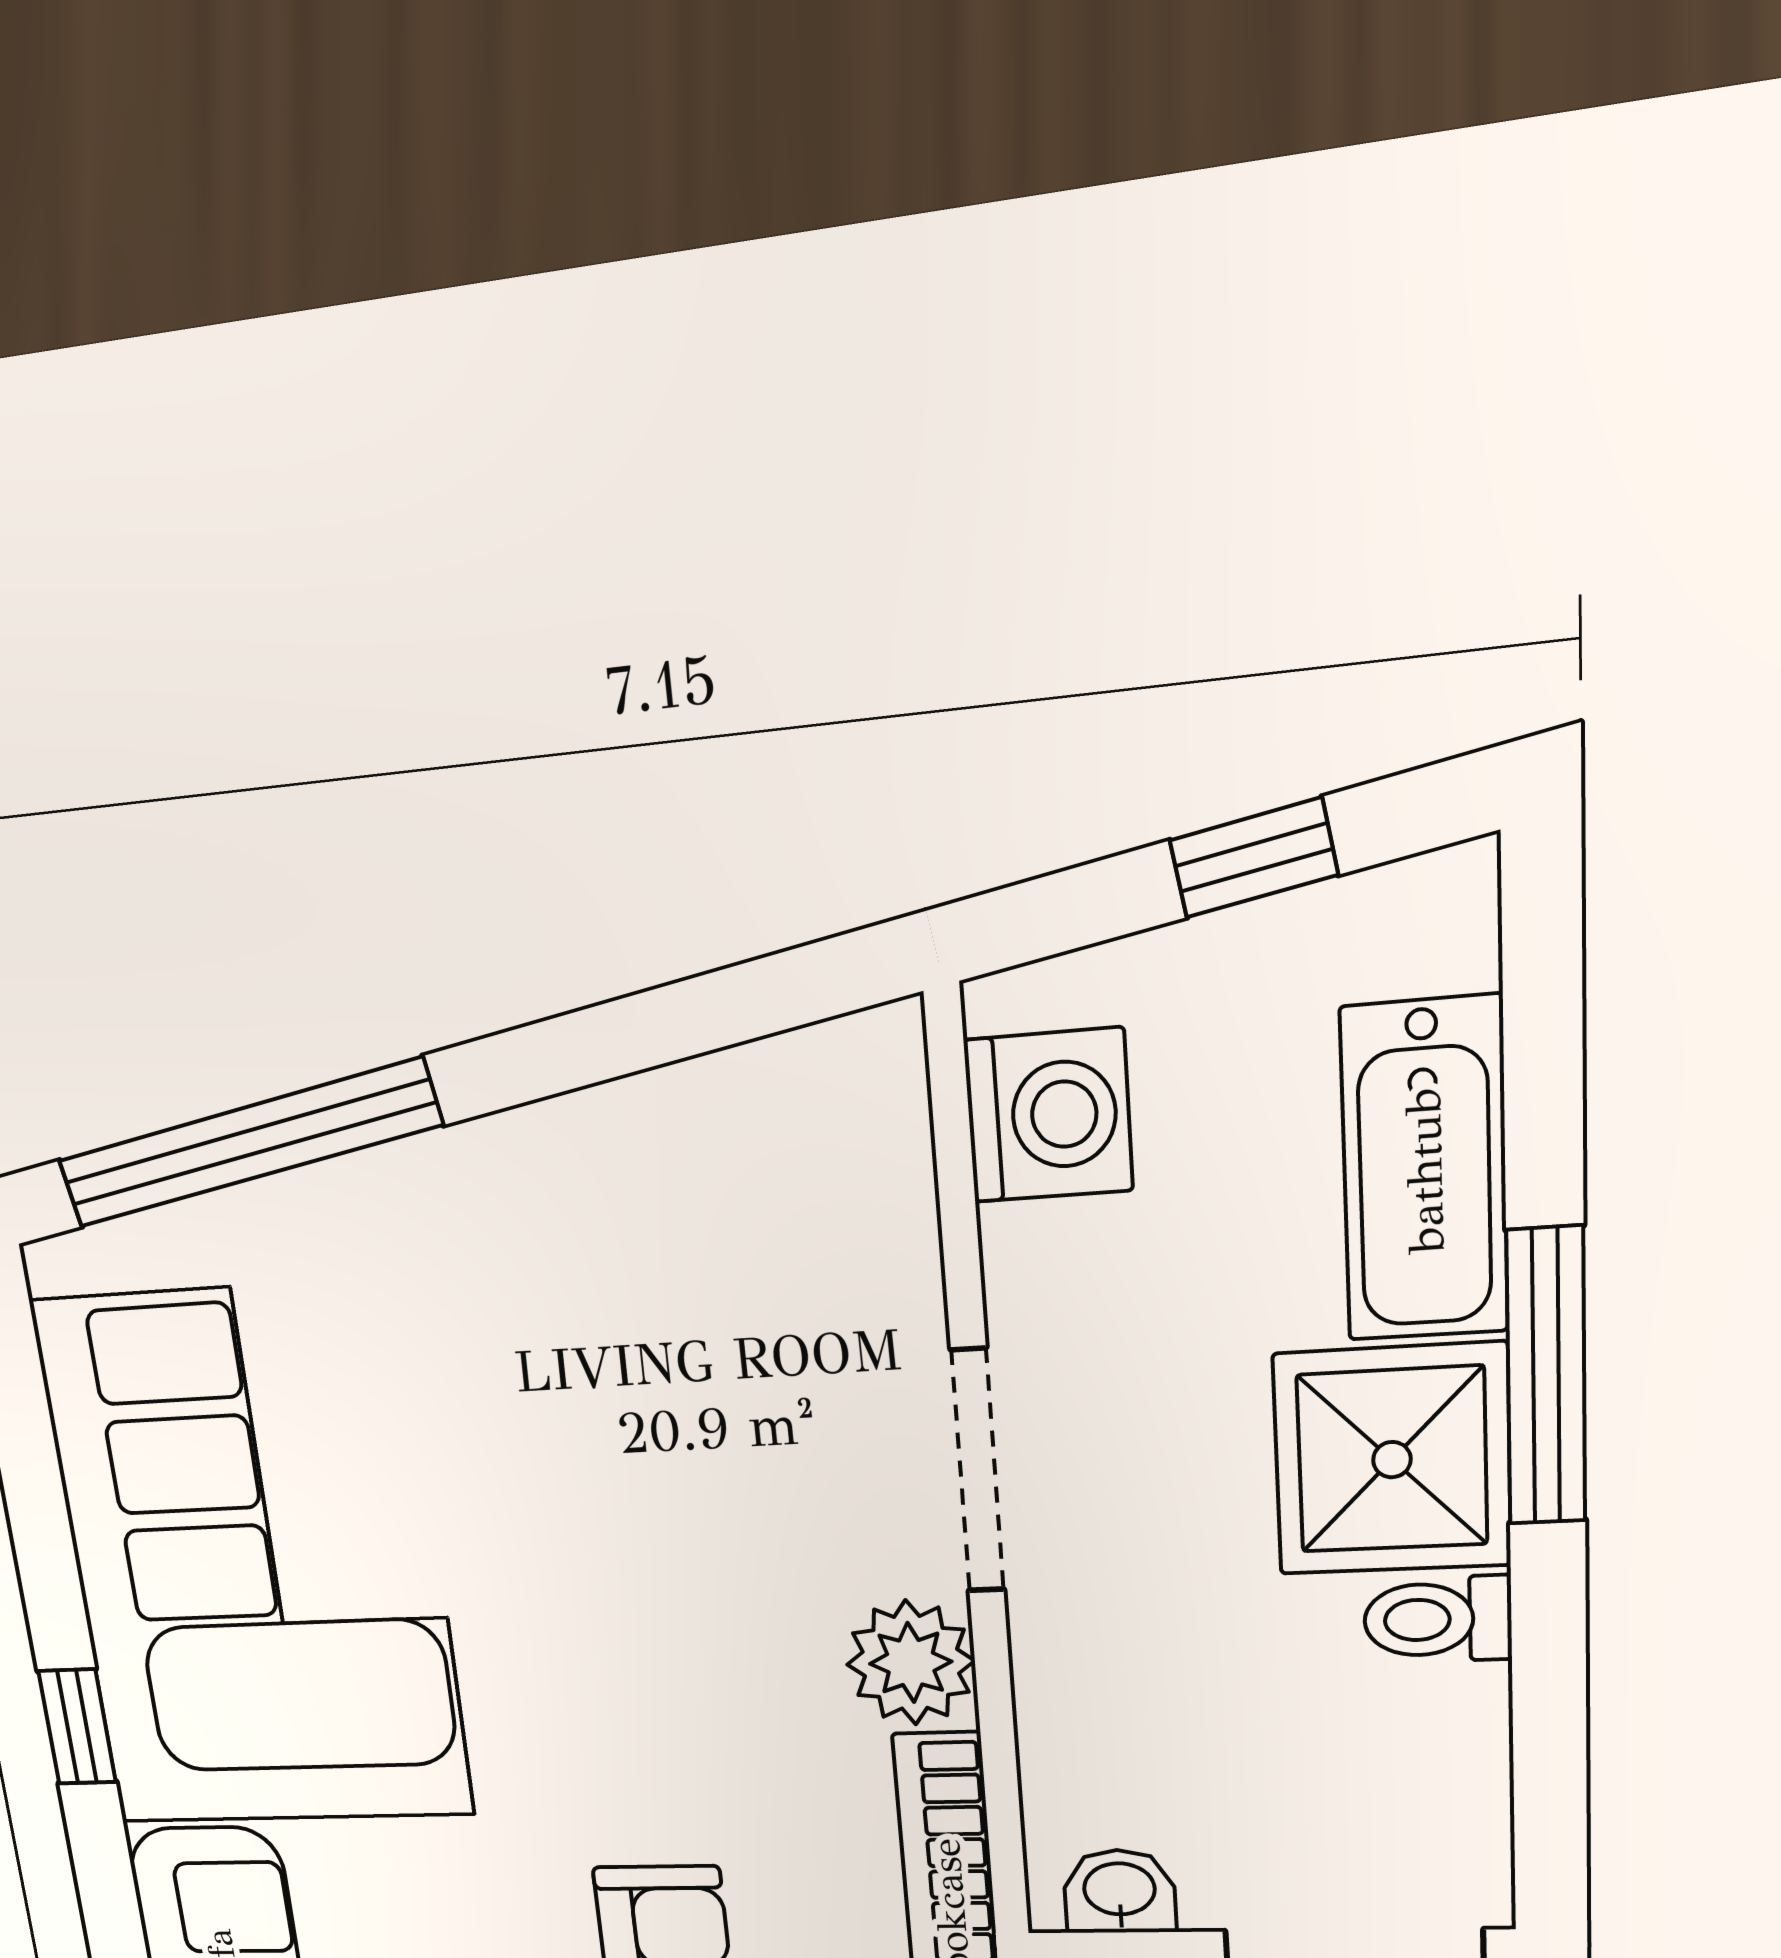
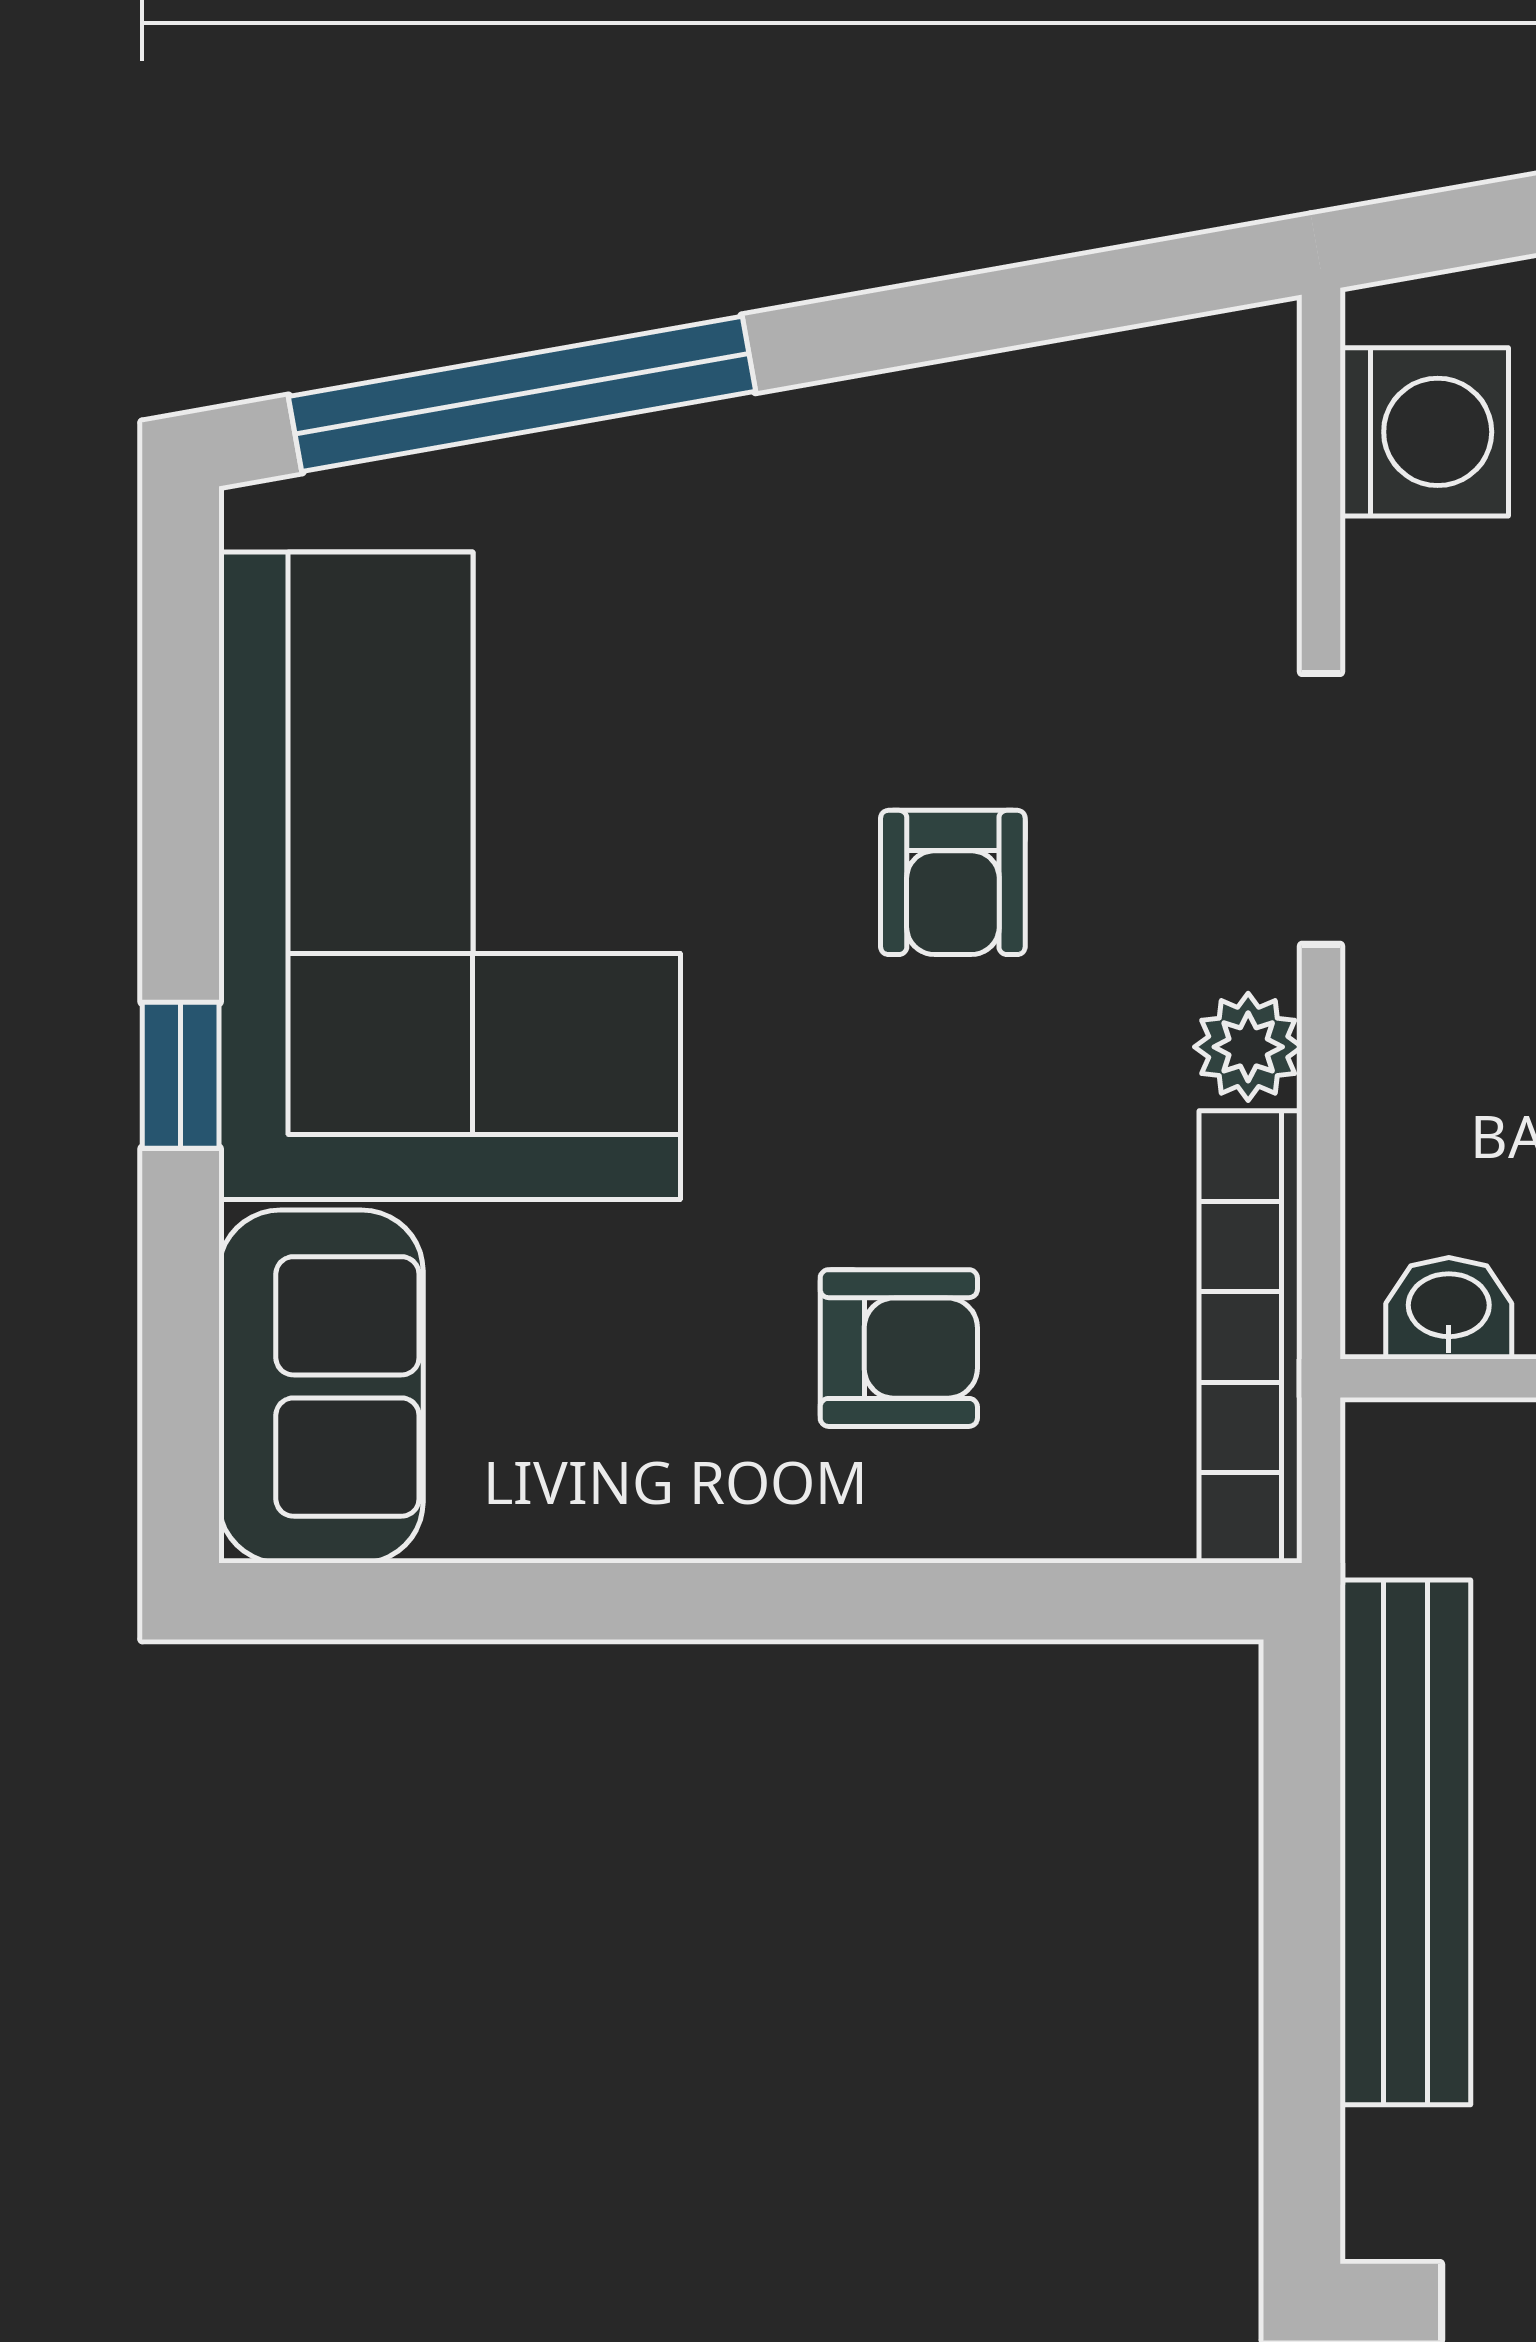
armchair: (664, 1549) -> (953, 882), added
plant: (911, 1663) -> (1248, 1047), width x0.73, depth x0.73

